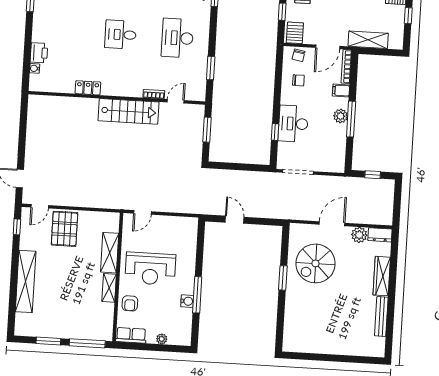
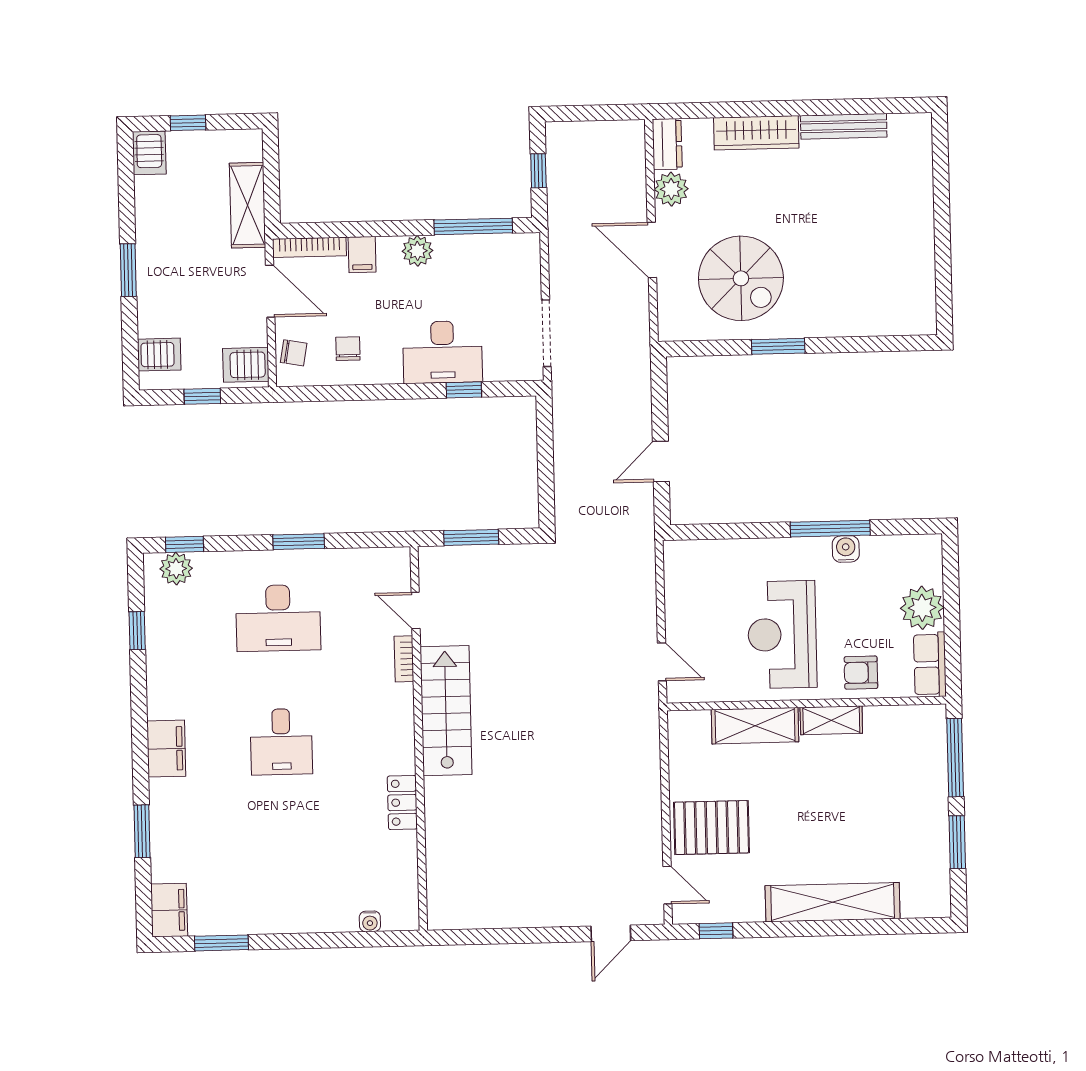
printer: (39, 53) -> (336, 915), removed
window: (211, 68) -> (299, 542), moved
window: (351, 119) -> (473, 226), moved
reception desk: (150, 269) -> (782, 635), turned 180
armchair: (130, 303) -> (861, 673), turned 180
plant: (162, 339) -> (922, 608), width x1.88, depth x1.88

